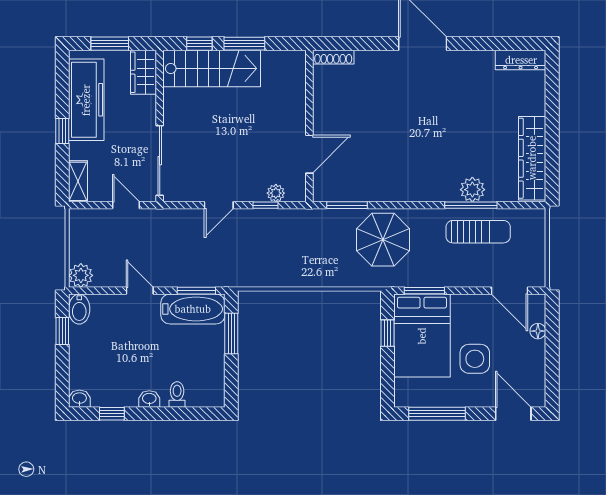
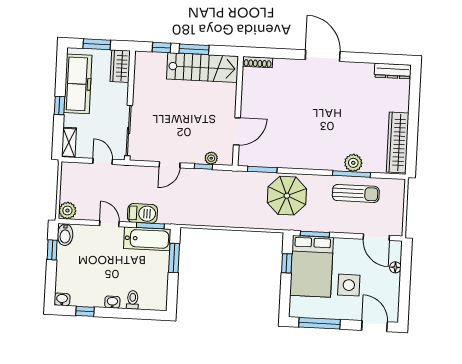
stairs: (212, 68) -> (202, 68), moved
barbecue: (185, 274) -> (142, 213), added

